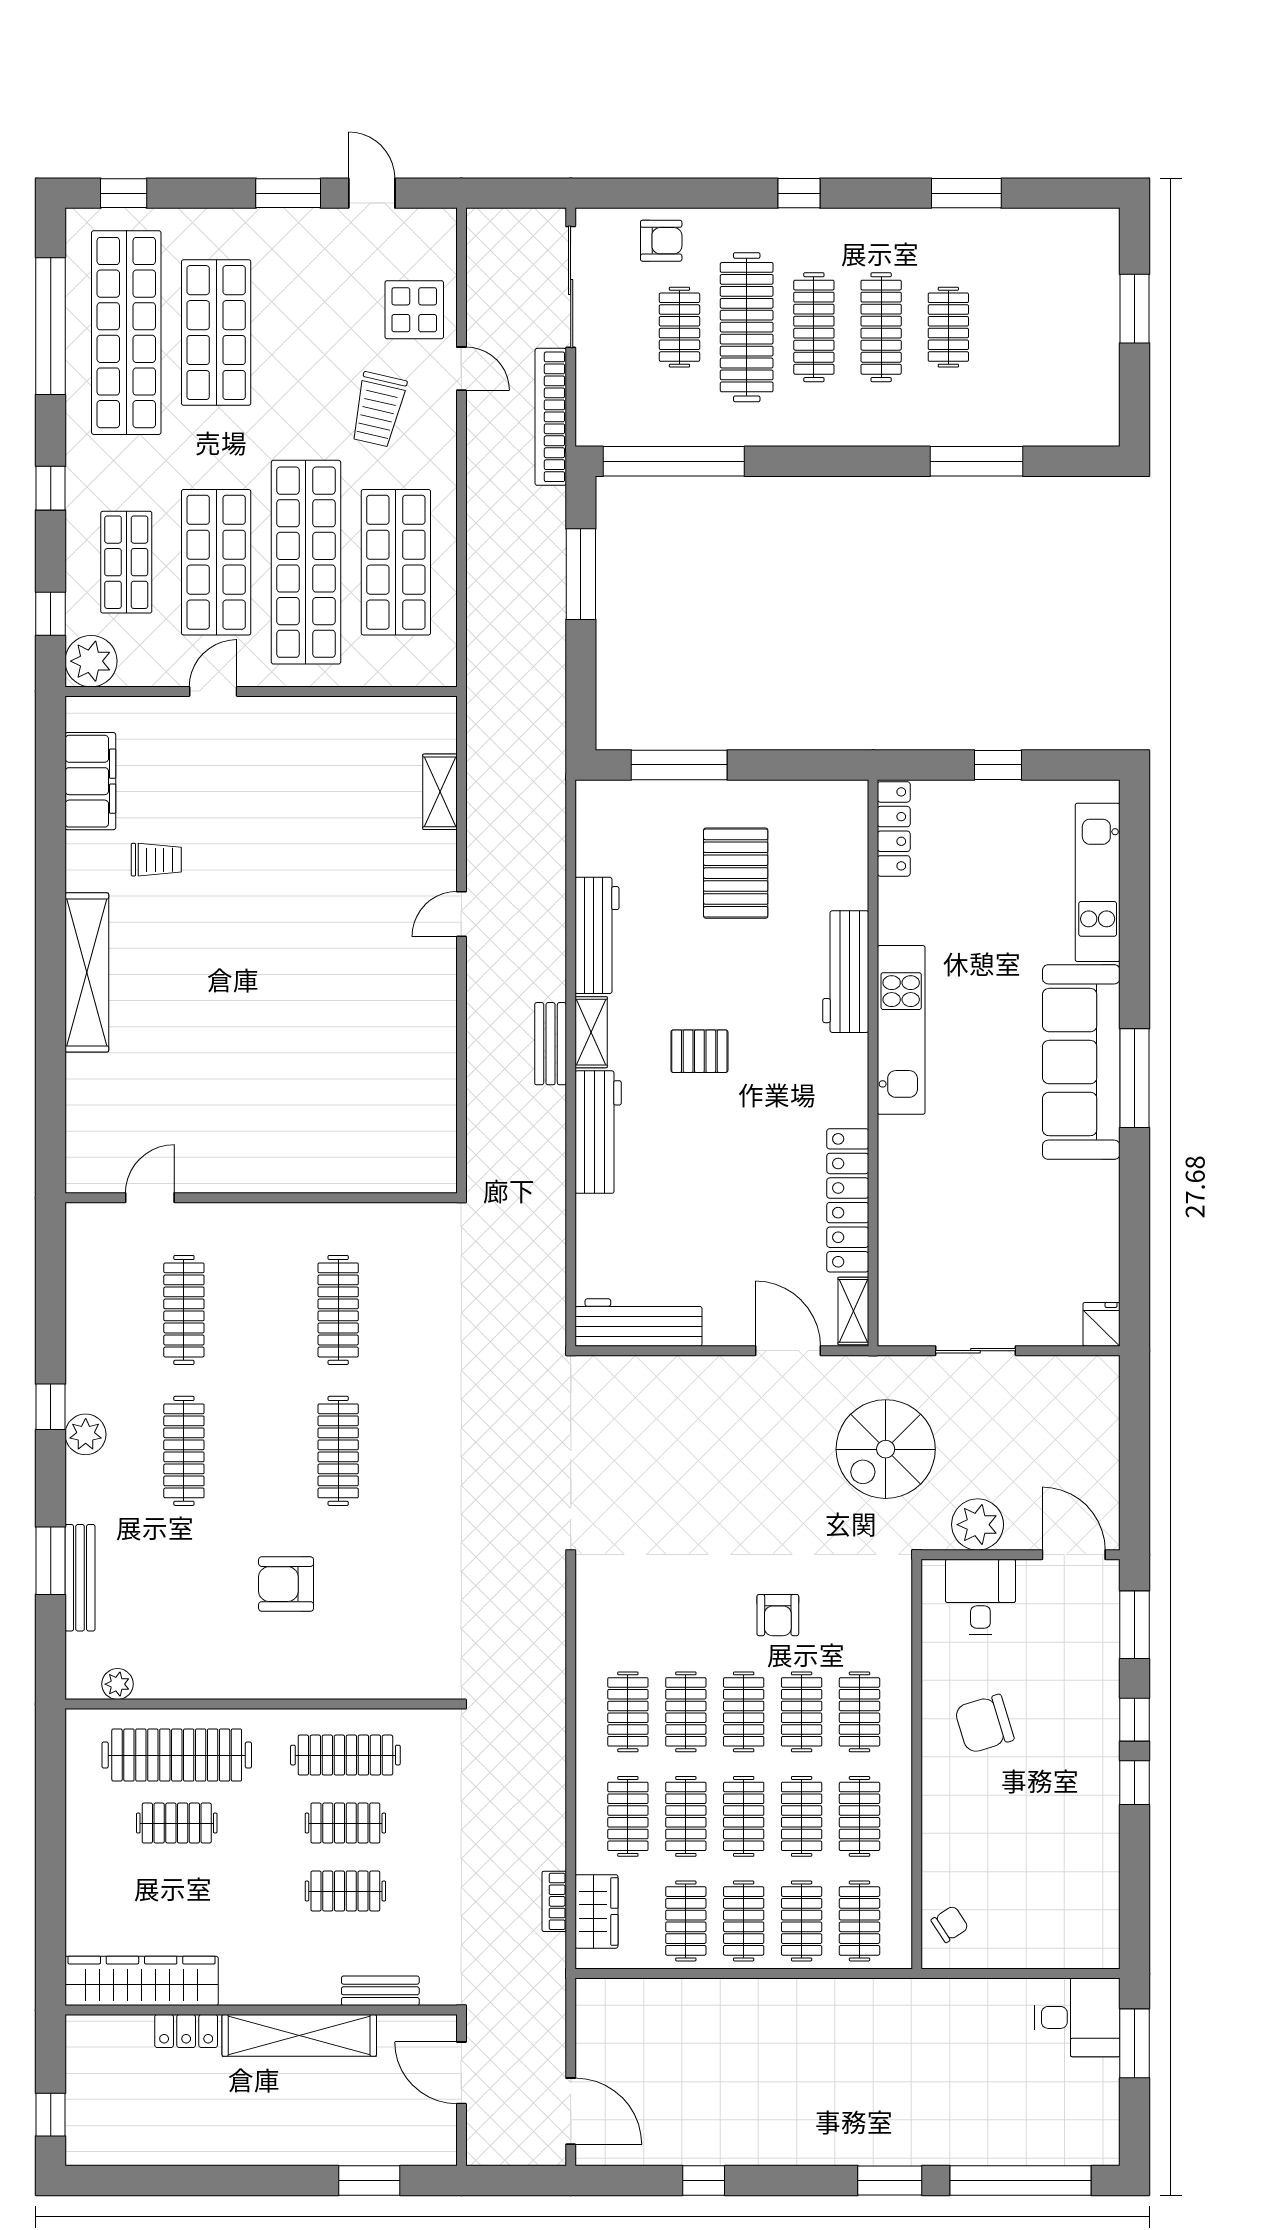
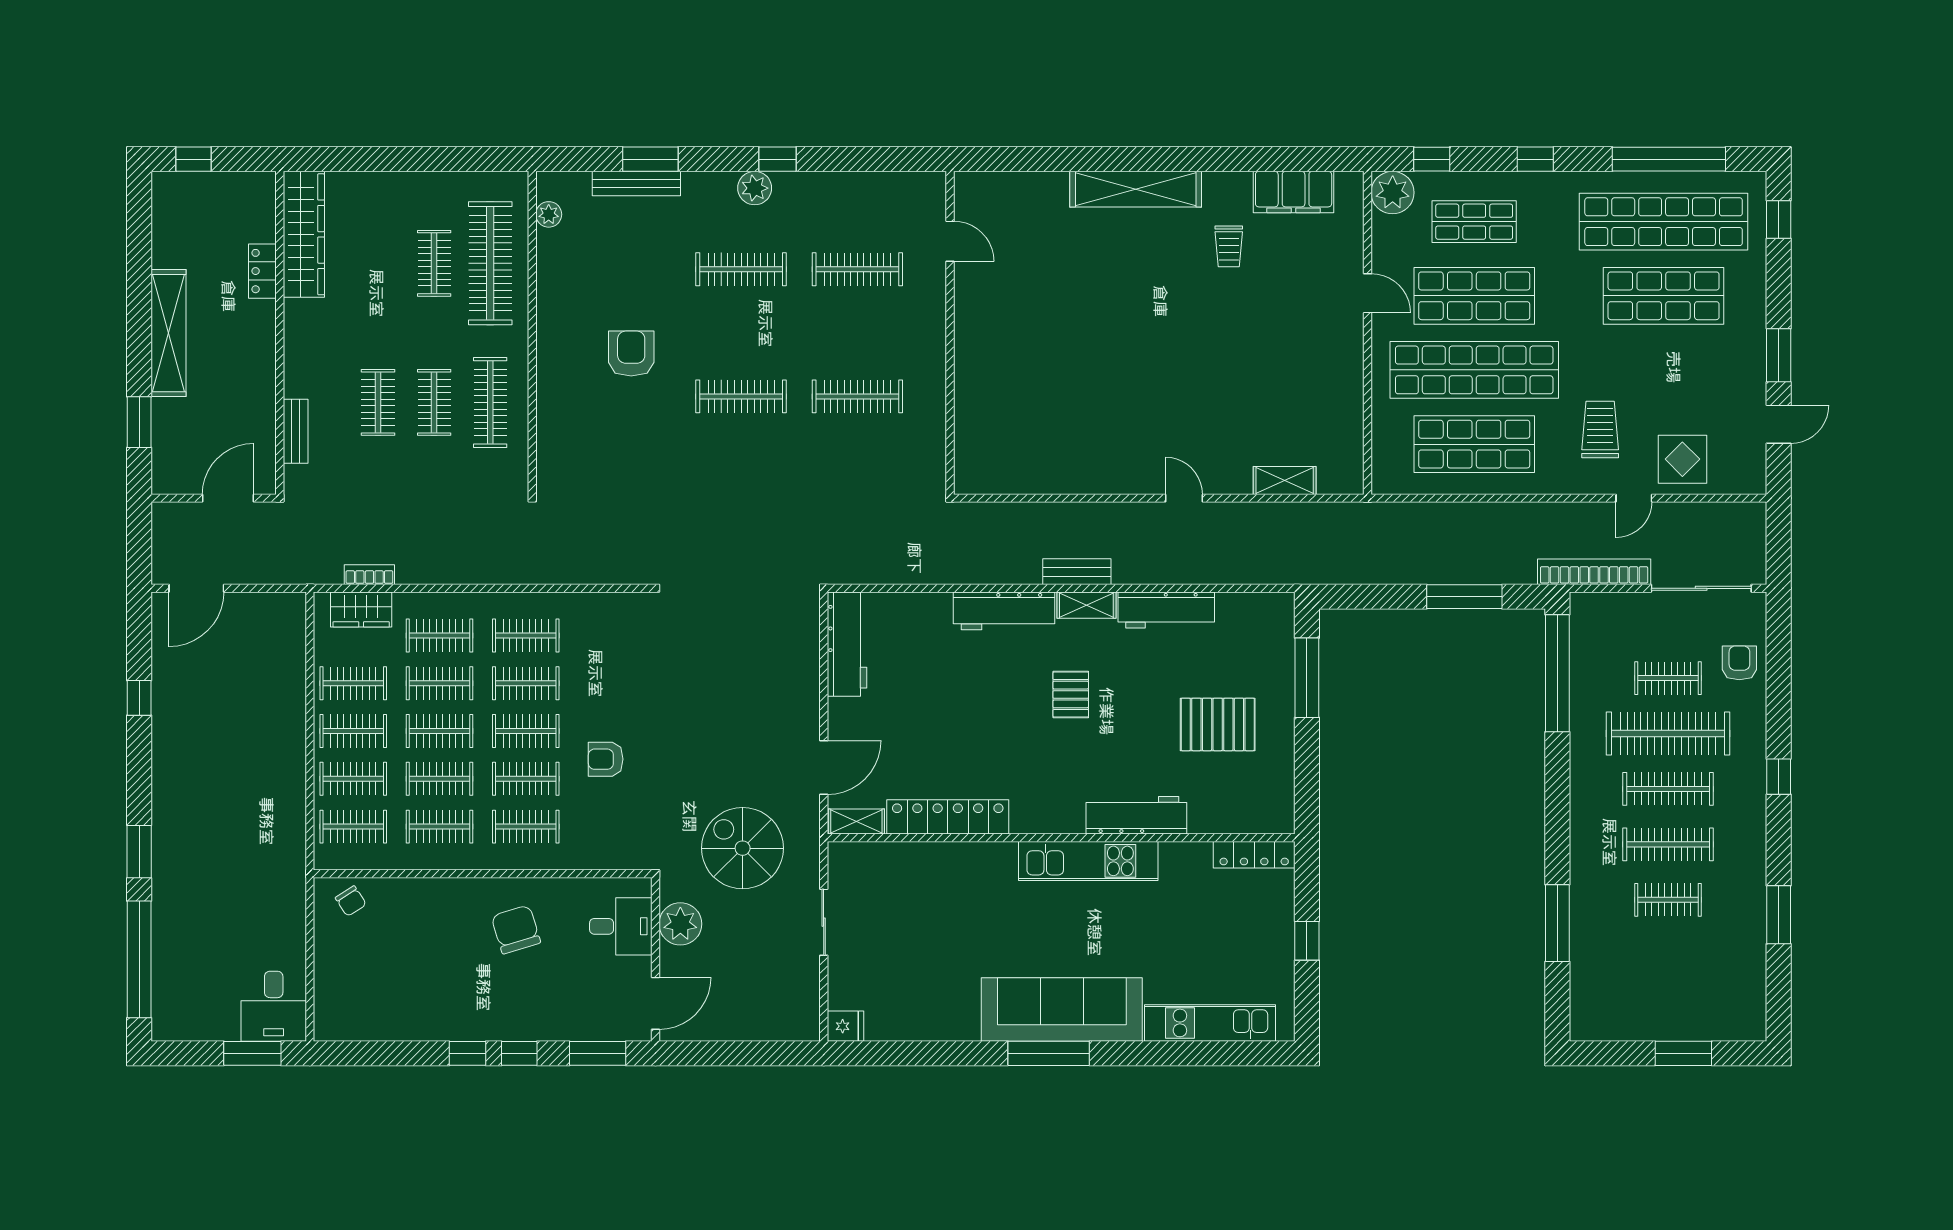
armchair: (661, 241) -> (1739, 663), turned 180
trolley: (378, 410) -> (1600, 430), turned 77
shelving: (299, 2035) -> (169, 333), moved

